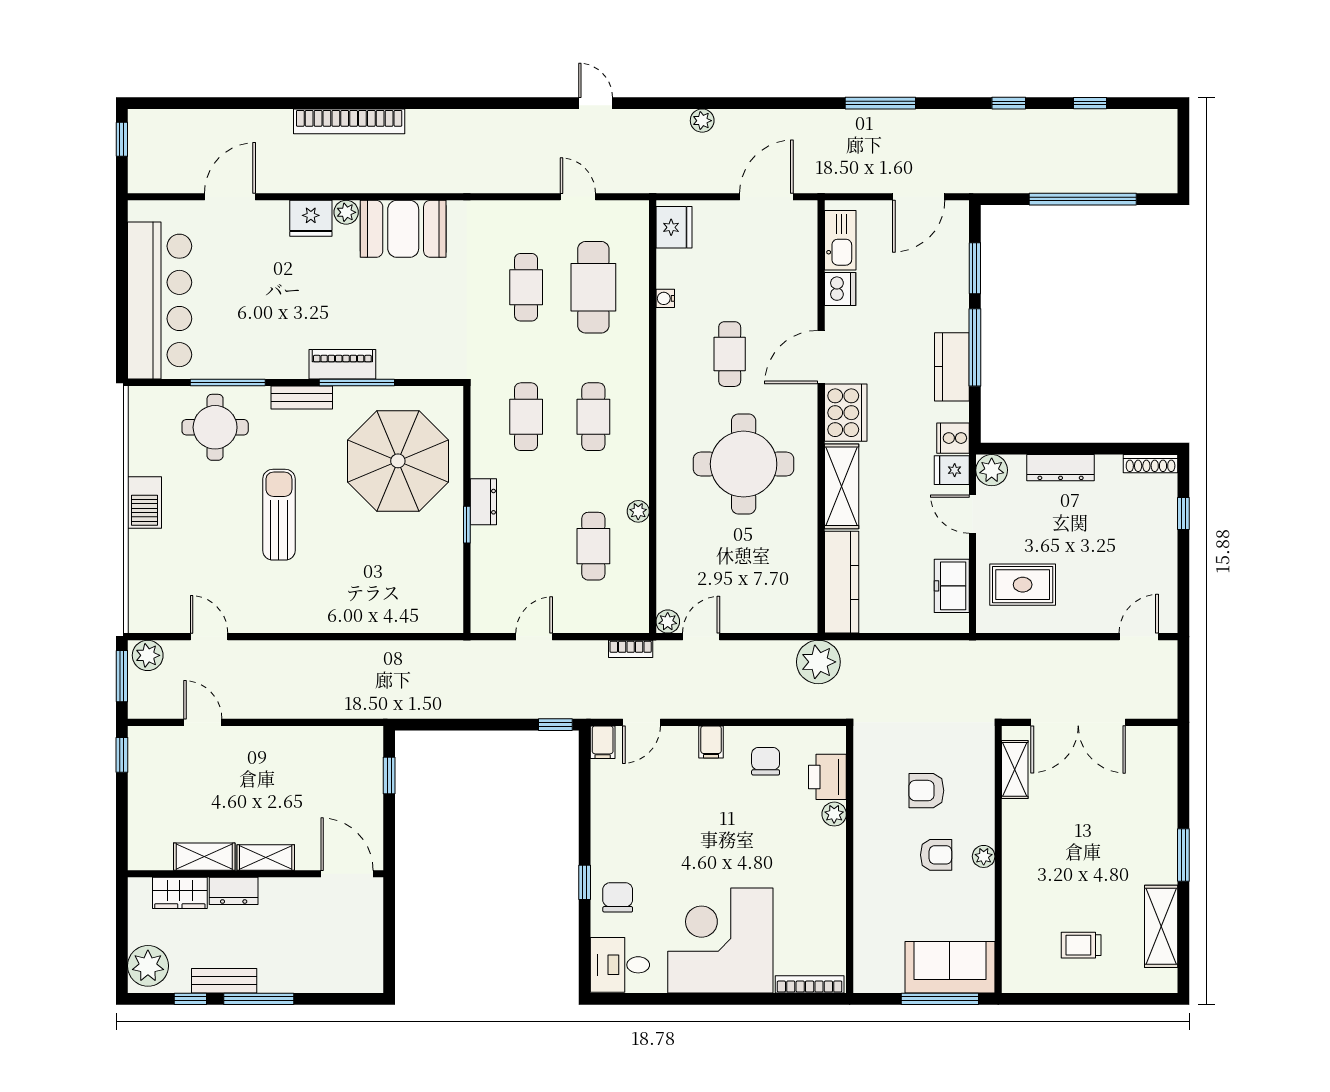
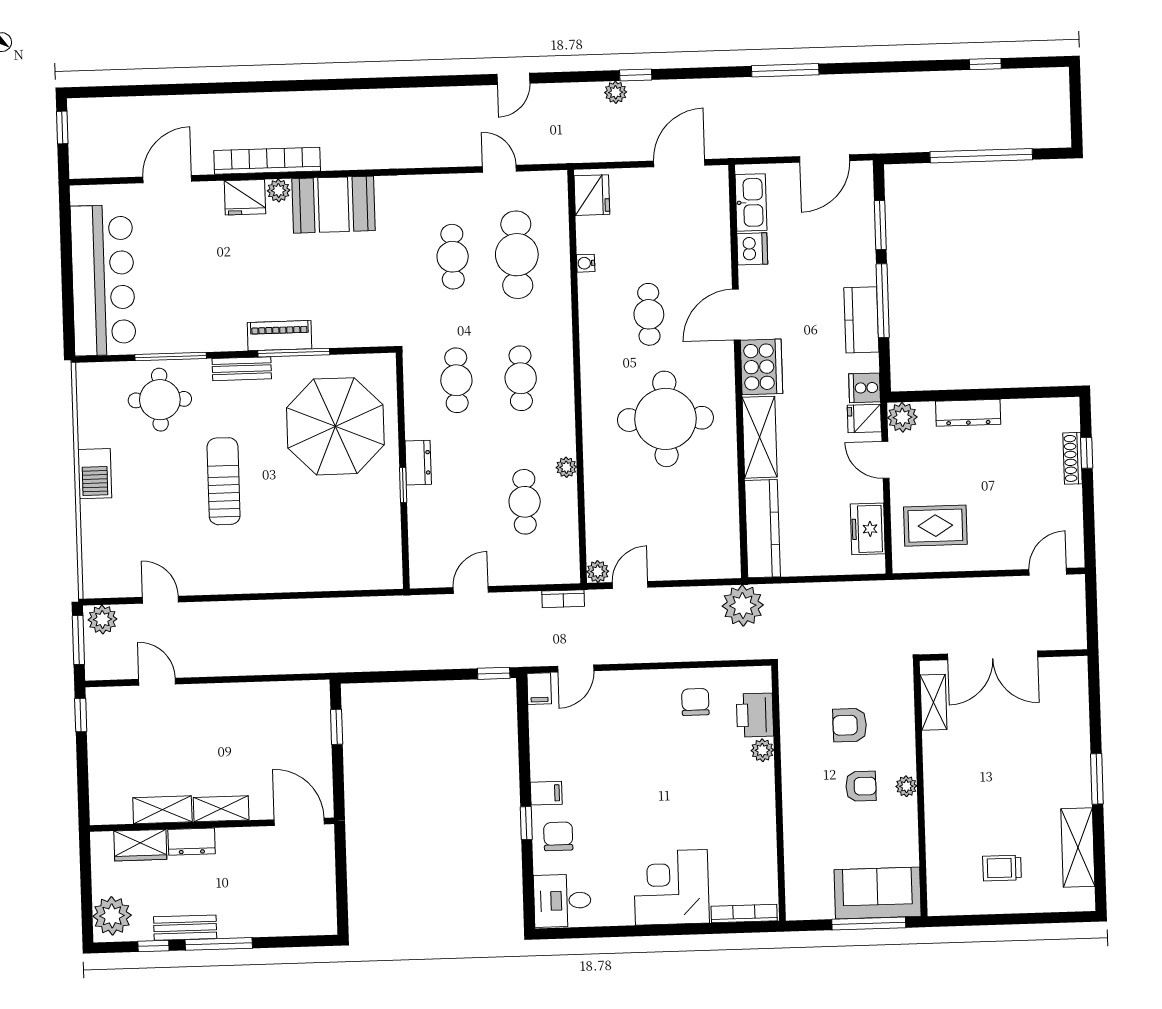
door: (596, 103) -> (513, 79), swing flipped
window: (1009, 103) -> (636, 75), moved
bookcase: (349, 121) -> (267, 161), moved, turned 180
shoe rack: (1151, 464) -> (1073, 458), moved, turned 90
filing cabinet: (711, 742) -> (546, 793), moved, turned -90
corner desk: (720, 941) -> (671, 887), width x0.74, depth x0.74

